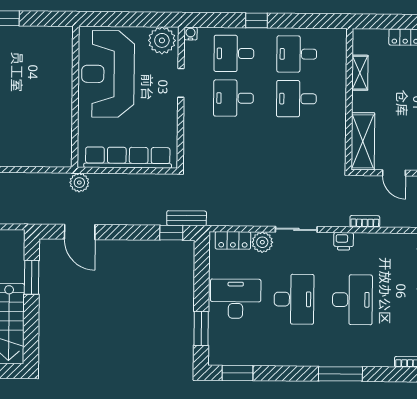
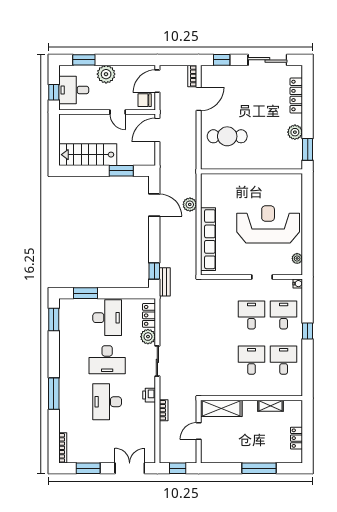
plant: (162, 40) -> (297, 258), width x0.53, depth x0.53
wall: (75, 97) -> (251, 171), moved
door: (80, 232) -> (154, 205), swing flipped
desk: (352, 300) -> (107, 402), turned 90

